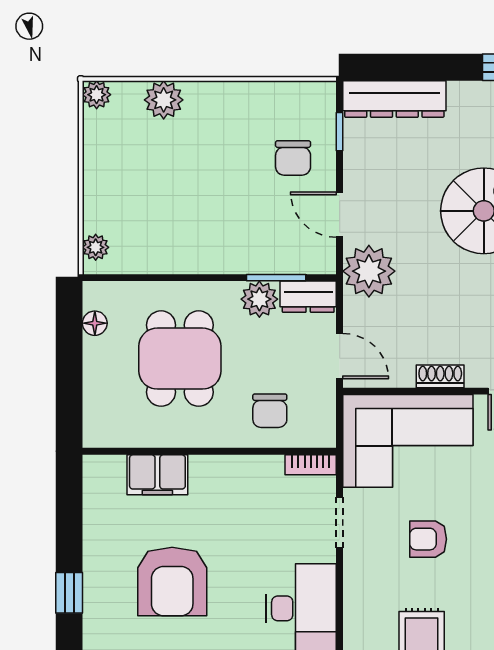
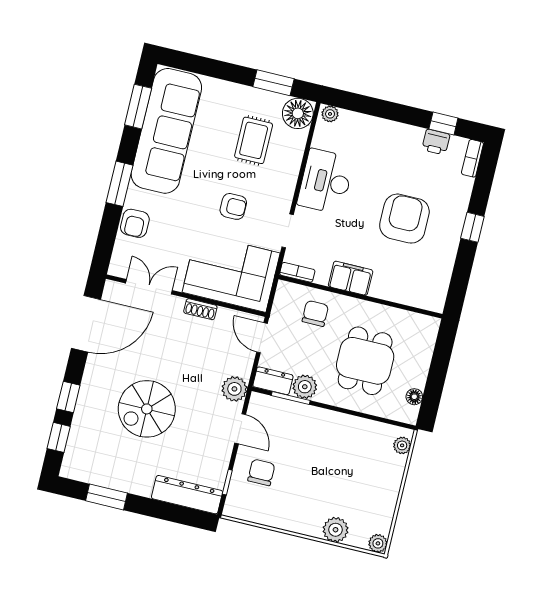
plant: (369, 271) -> (234, 389), width x0.73, depth x0.73
filing cabinet: (157, 475) -> (351, 278), moved

